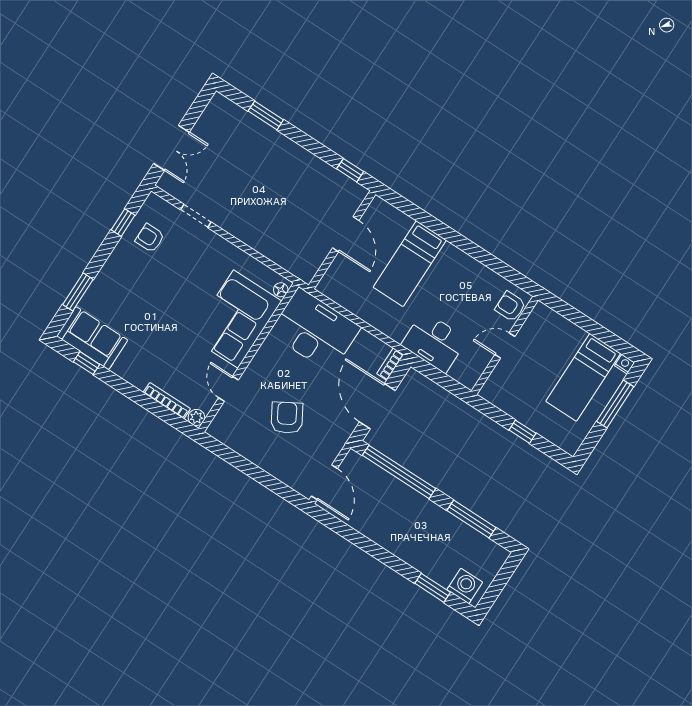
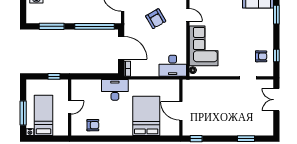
bed: (410, 264) -> (146, 116), width x1.50
desk: (315, 330) -> (173, 66), width x0.73, depth x0.77
wall: (505, 345) -> (70, 108), moved
door: (505, 346) -> (70, 107), moved

